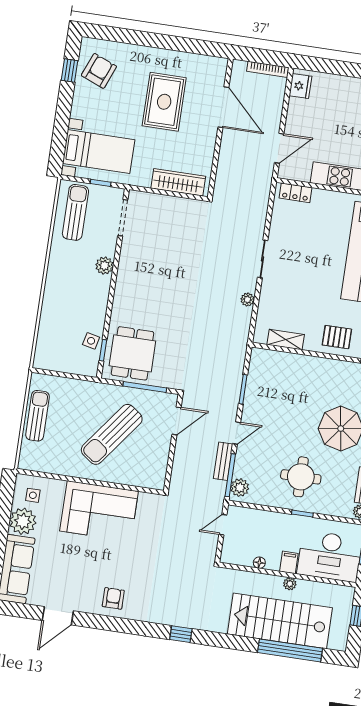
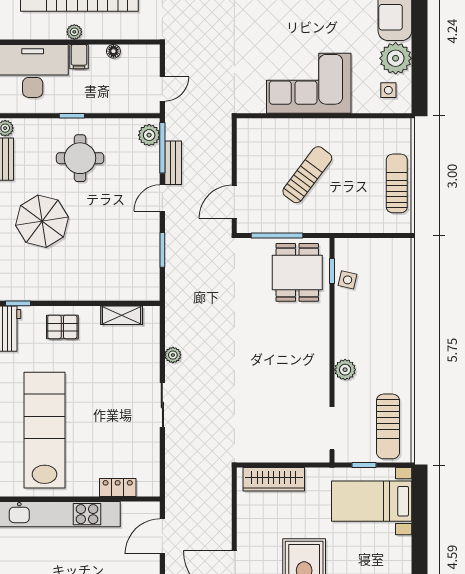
locker: (295, 193) -> (118, 487), moved
sun lounger: (37, 416) -> (397, 183), turned 180
sun lounger: (112, 434) -> (307, 175), width x0.73, depth x0.75

